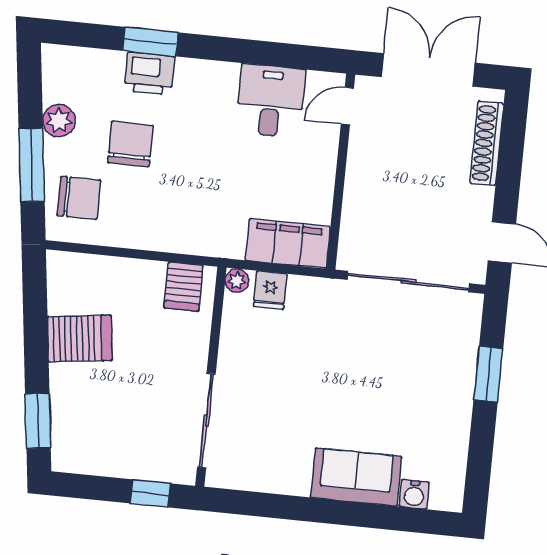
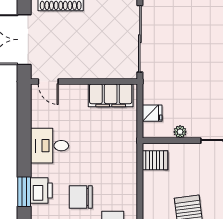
desk: (271, 101) -> (50, 146), moved
filing cabinet: (288, 244) -> (111, 95), moved, turned -90
plant: (237, 281) -> (180, 132), moved

